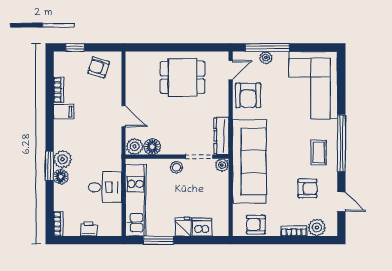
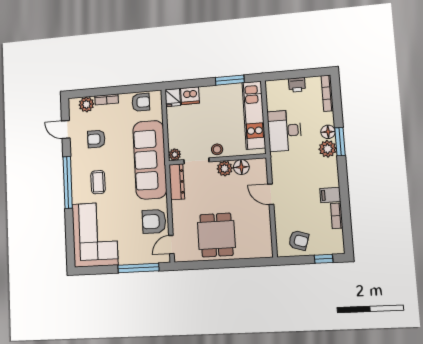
plant: (266, 58) -> (139, 258), removed
dining table: (183, 77) -> (216, 235), turned 90
armchair: (248, 95) -> (154, 221), turned -90
plant: (135, 146) -> (225, 168), moved
coffee table: (319, 153) -> (98, 182), moved
desk: (105, 187) -> (284, 131), width x1.37
bookcase: (58, 224) -> (327, 93), width x1.56
fridge: (183, 227) -> (173, 98), moved

